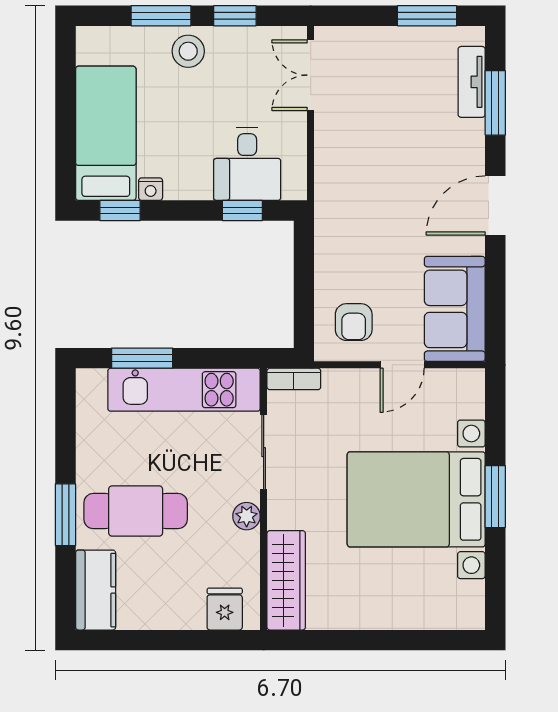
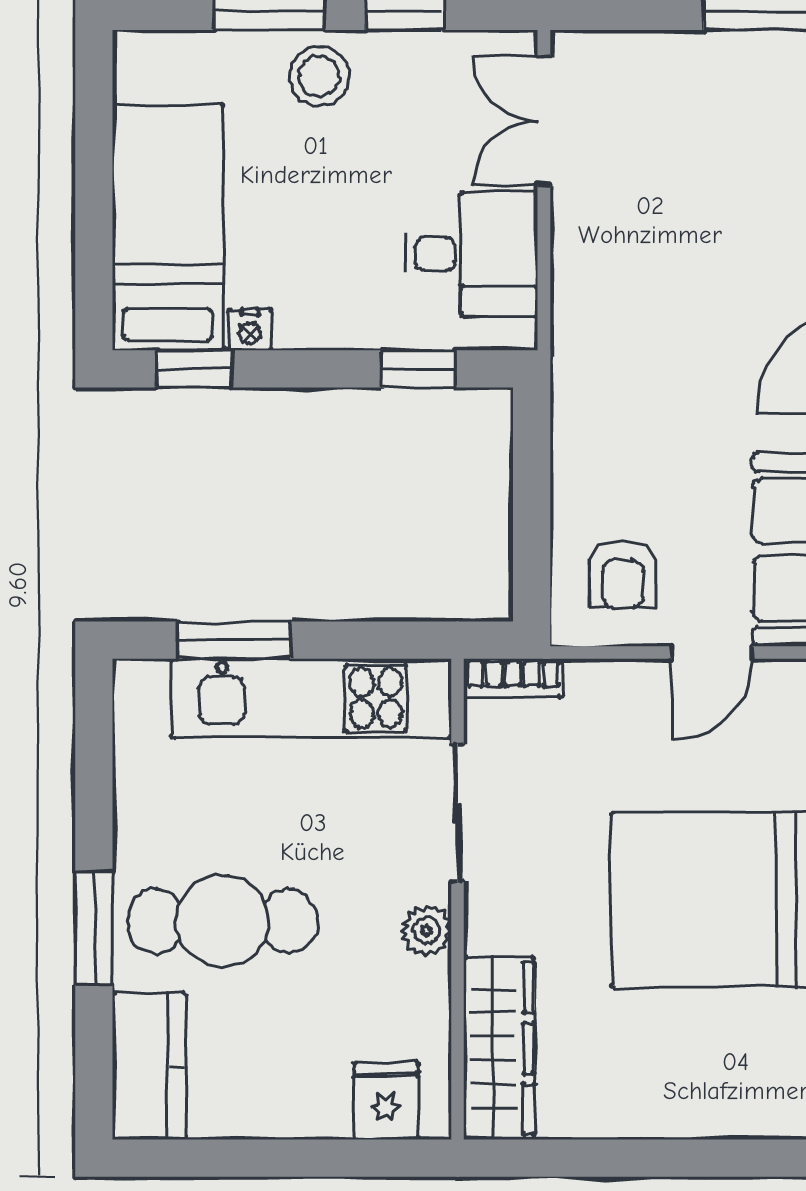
desk: (247, 164) -> (471, 254), moved, turned -90

